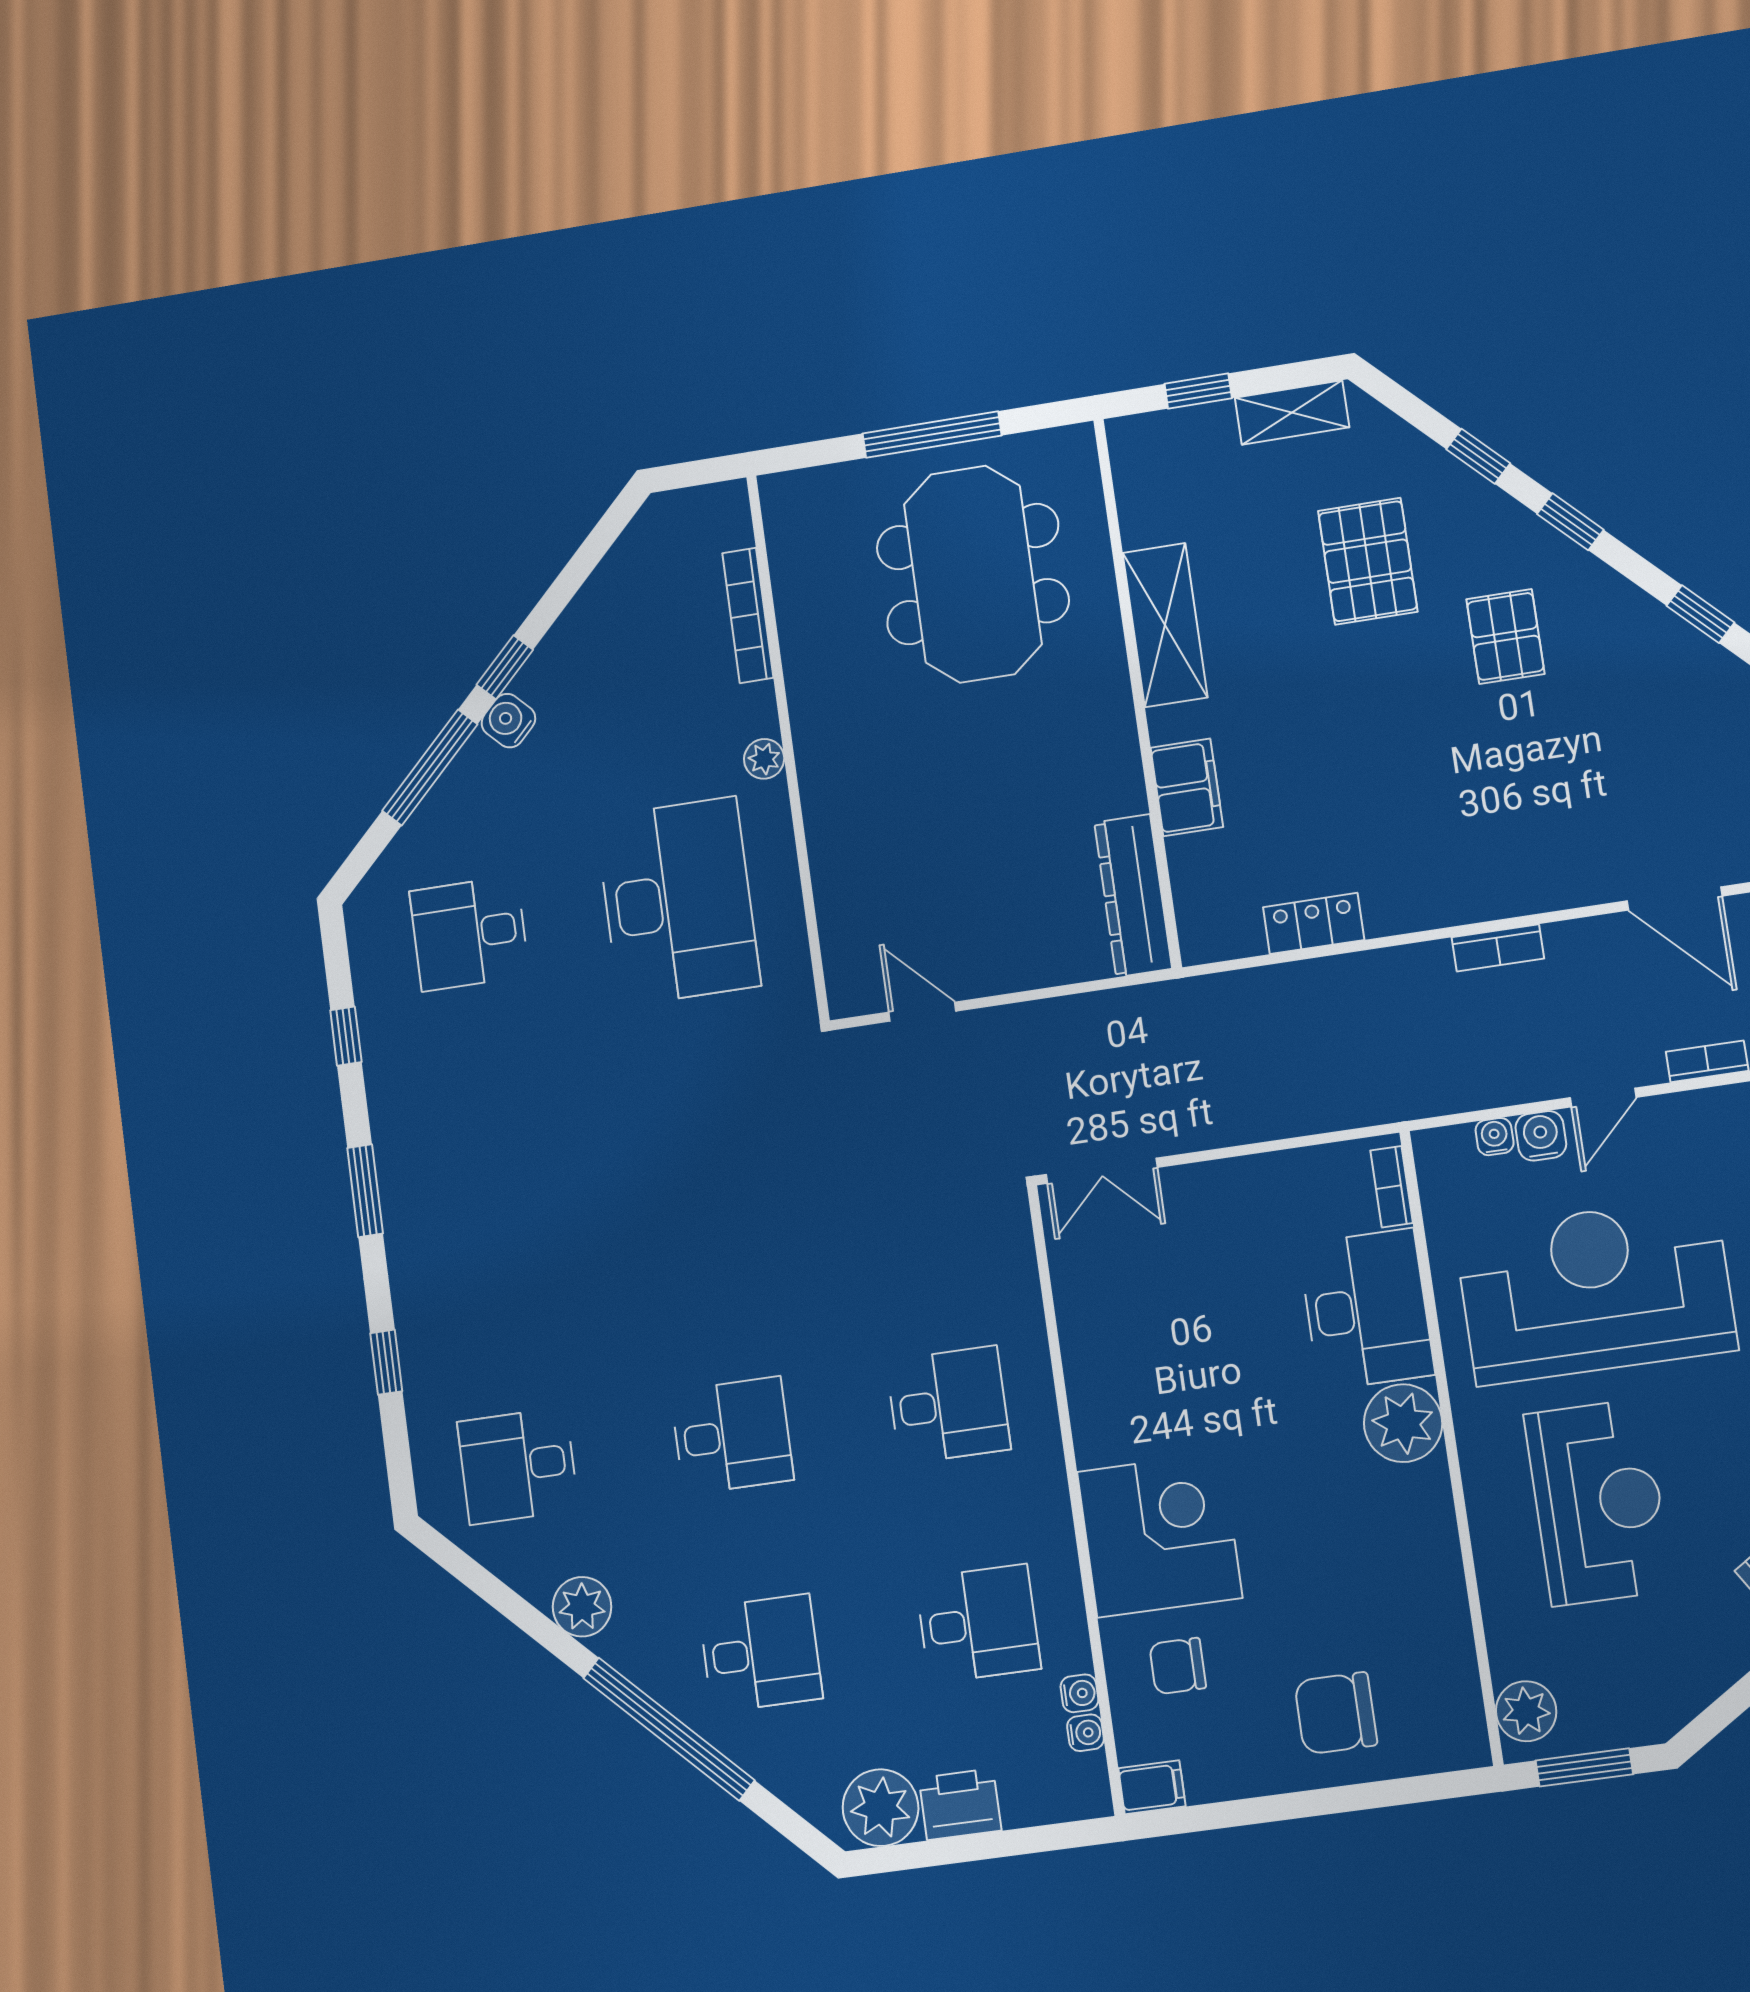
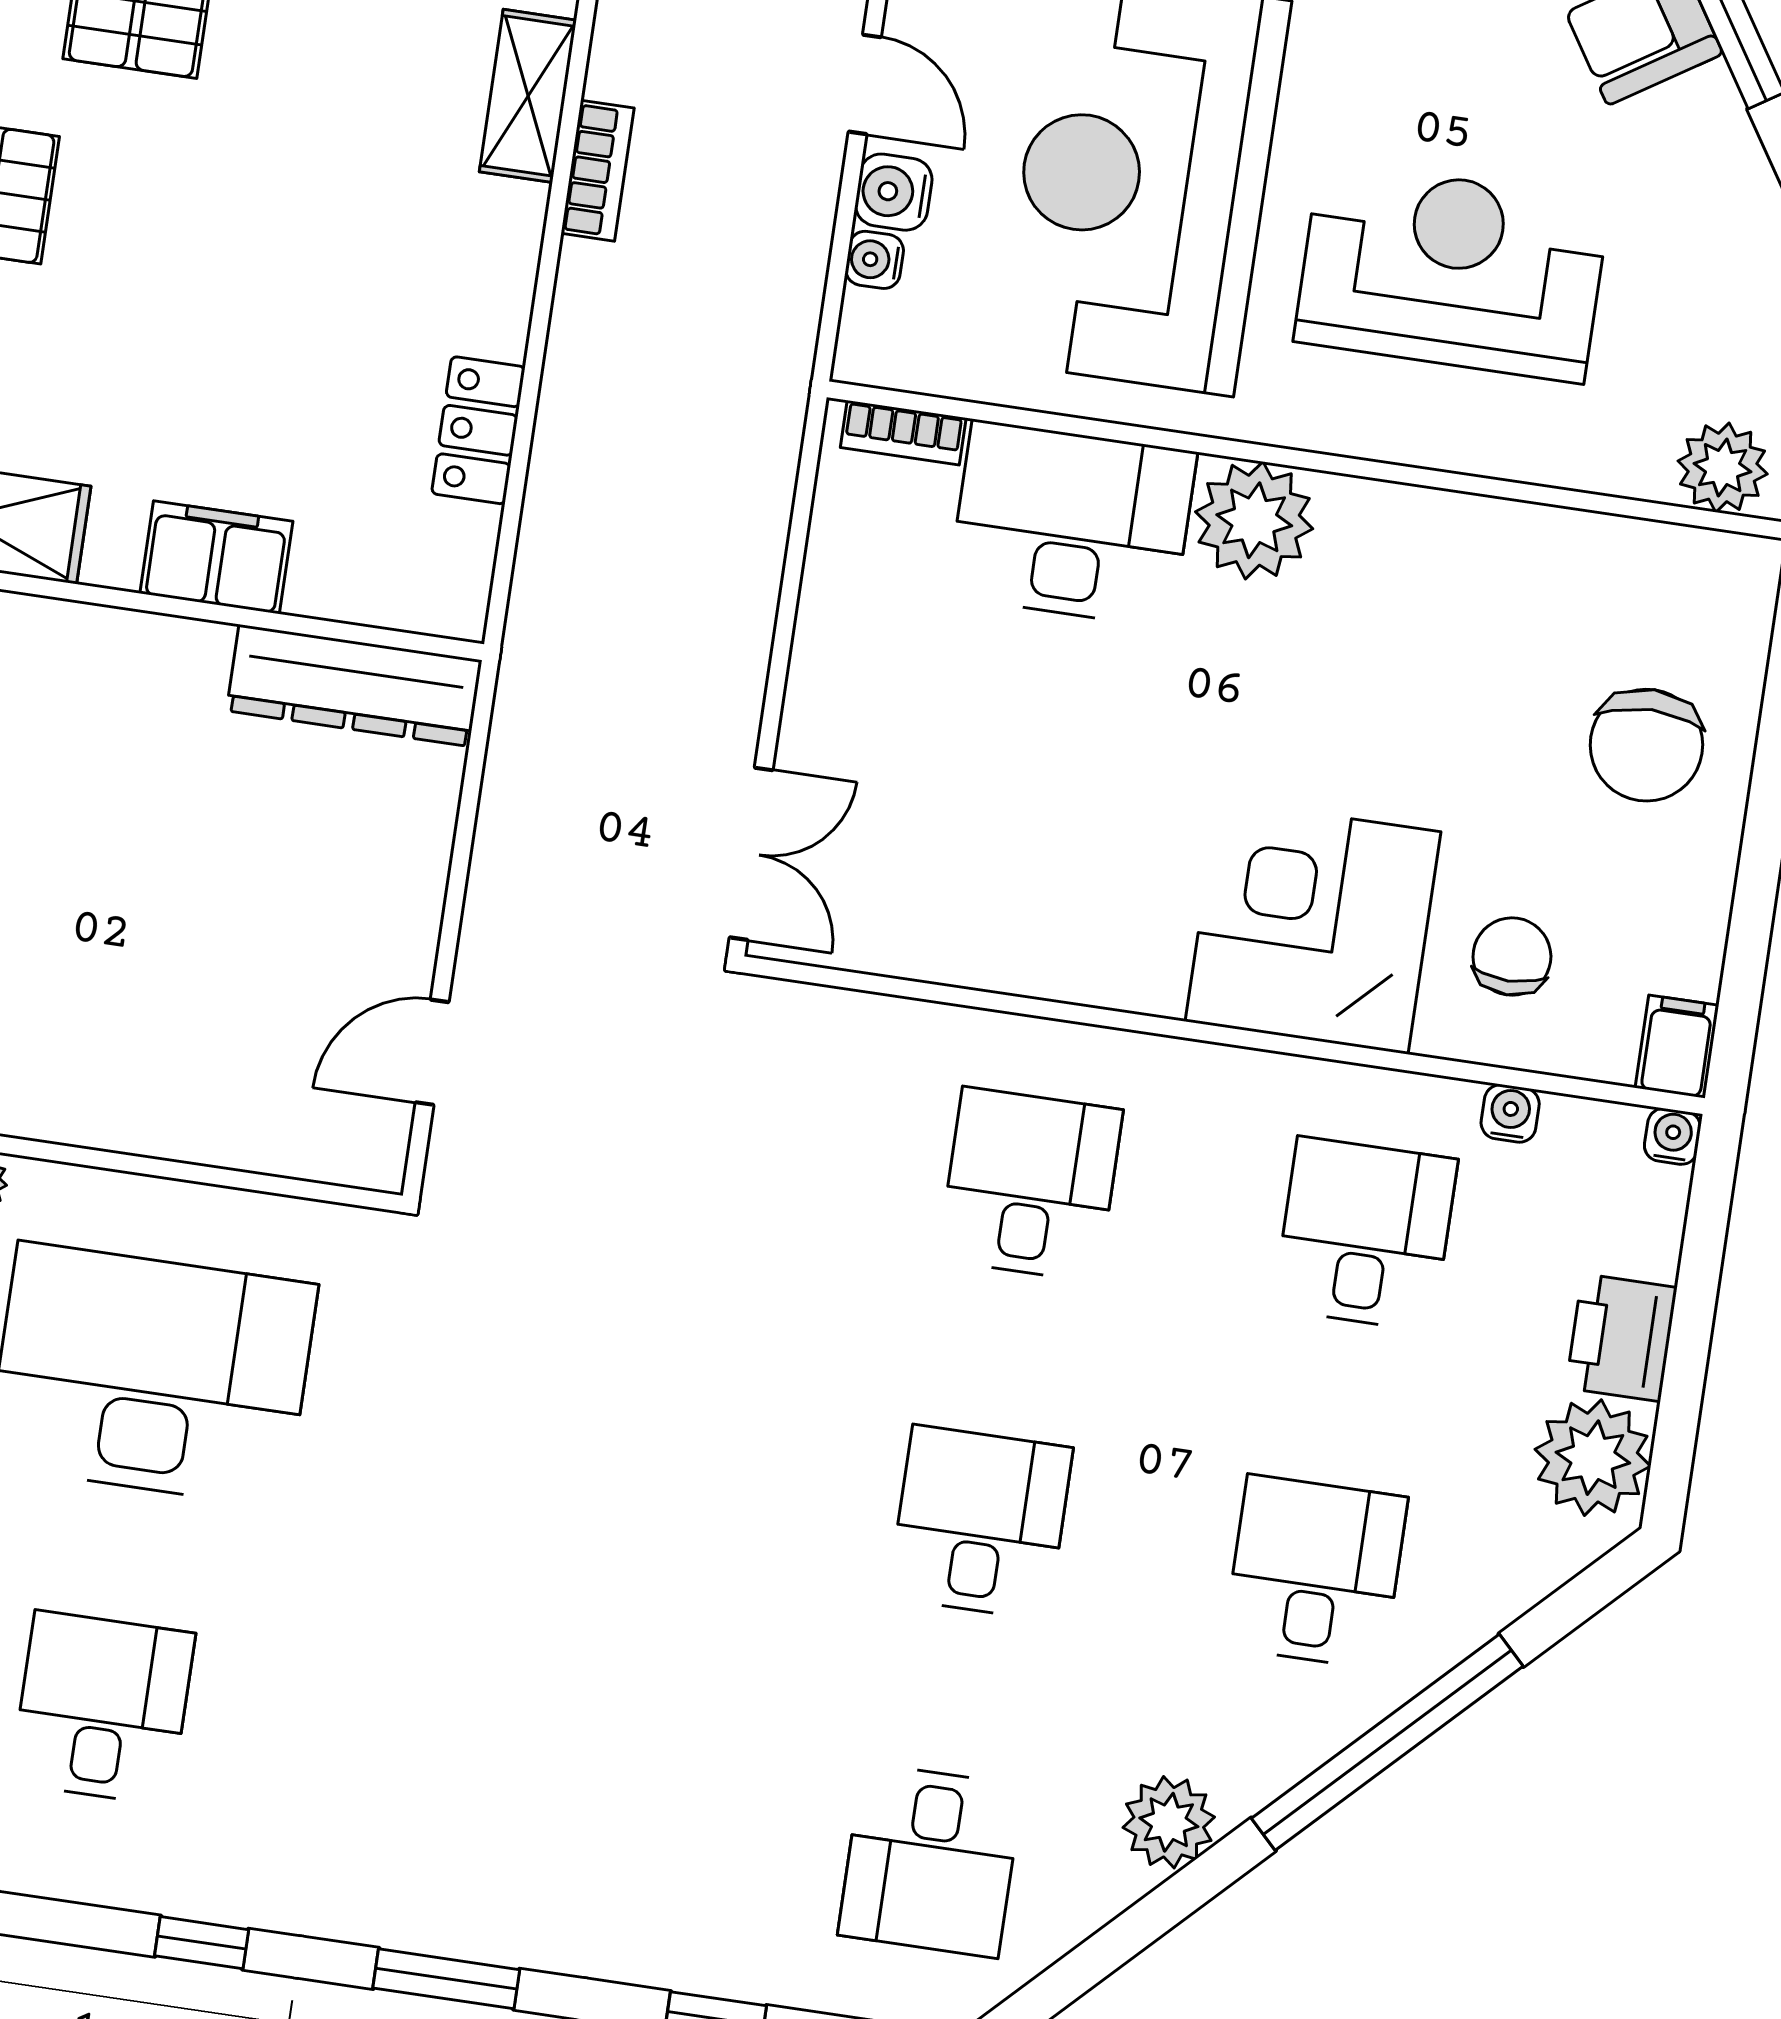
shelving: (1531, 891) -> (528, 96), added
desk: (469, 933) -> (103, 1708), turned 180
chair: (1178, 1666) -> (1512, 957), turned 180
water cooler: (1085, 1733) -> (1673, 1136), moved

